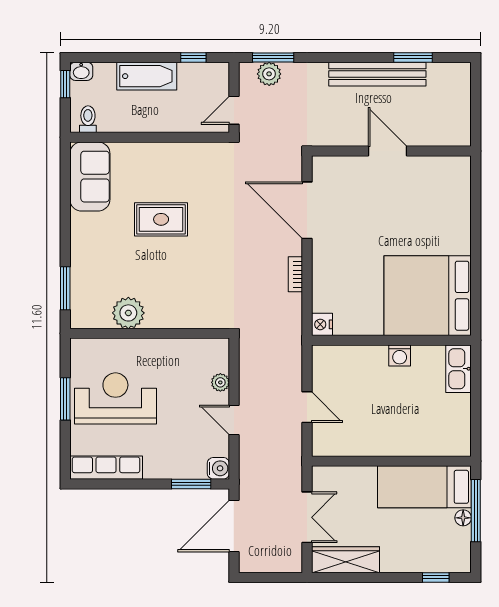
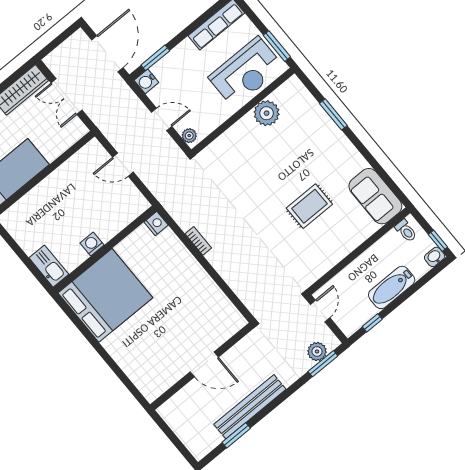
door: (307, 210) -> (224, 286), removed
plant: (128, 313) -> (267, 113), moved
wall: (150, 333) -> (243, 111), moved

